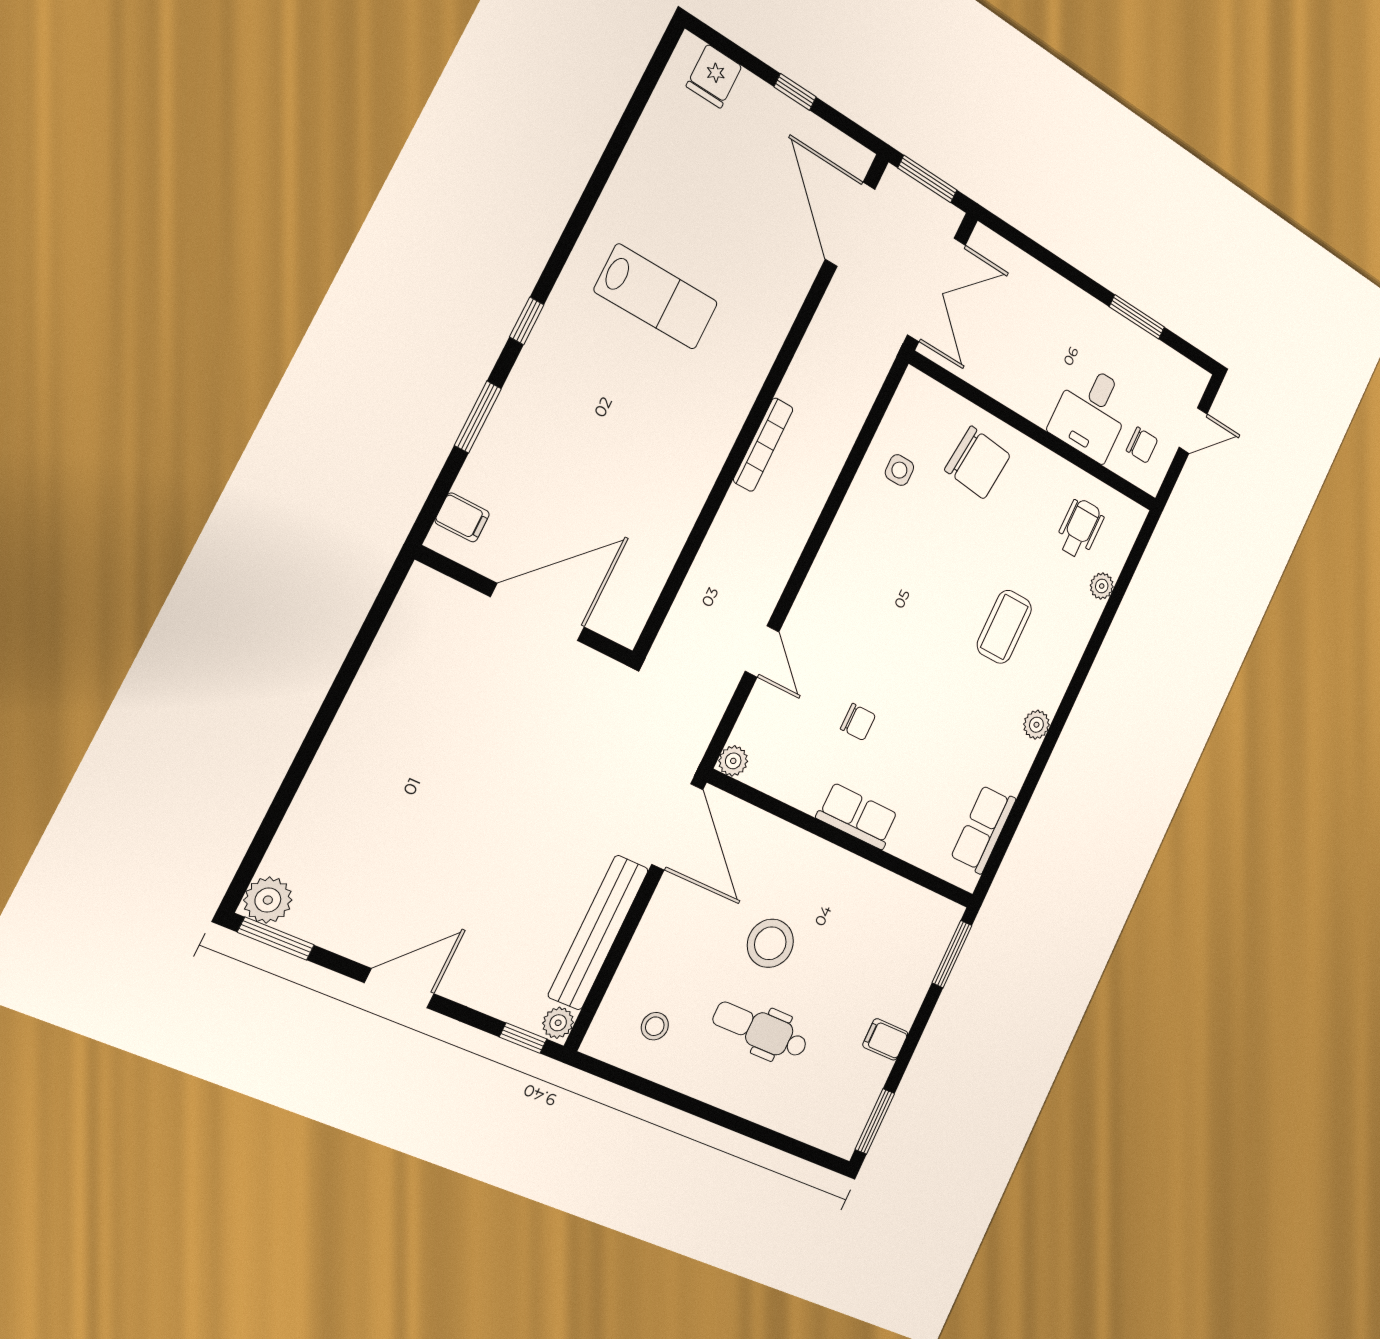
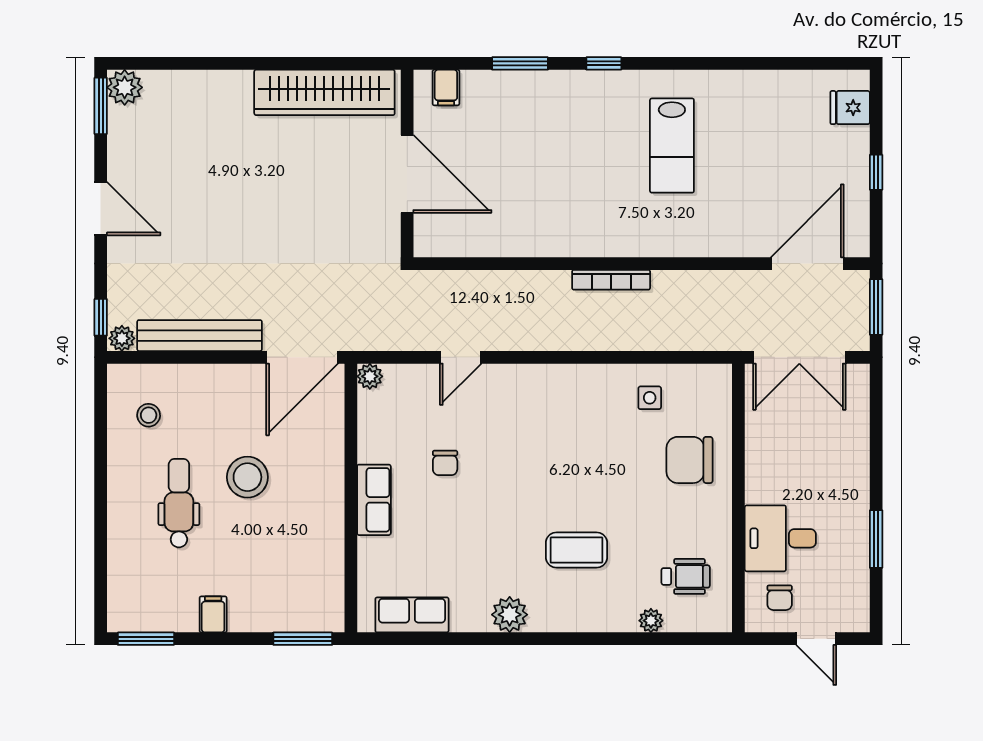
chair: (977, 463) -> (690, 460), turned 84
wardrobe: (396, 663) -> (324, 92), added
plant: (1036, 725) -> (510, 615), width x1.38, depth x1.38

